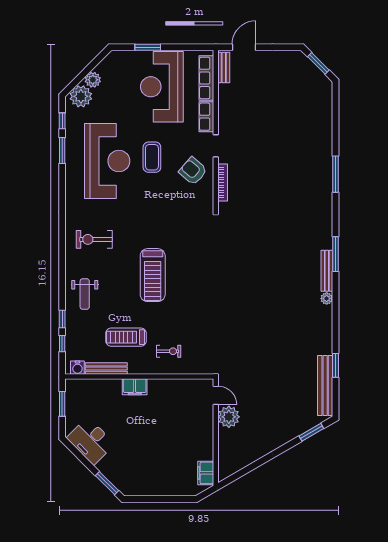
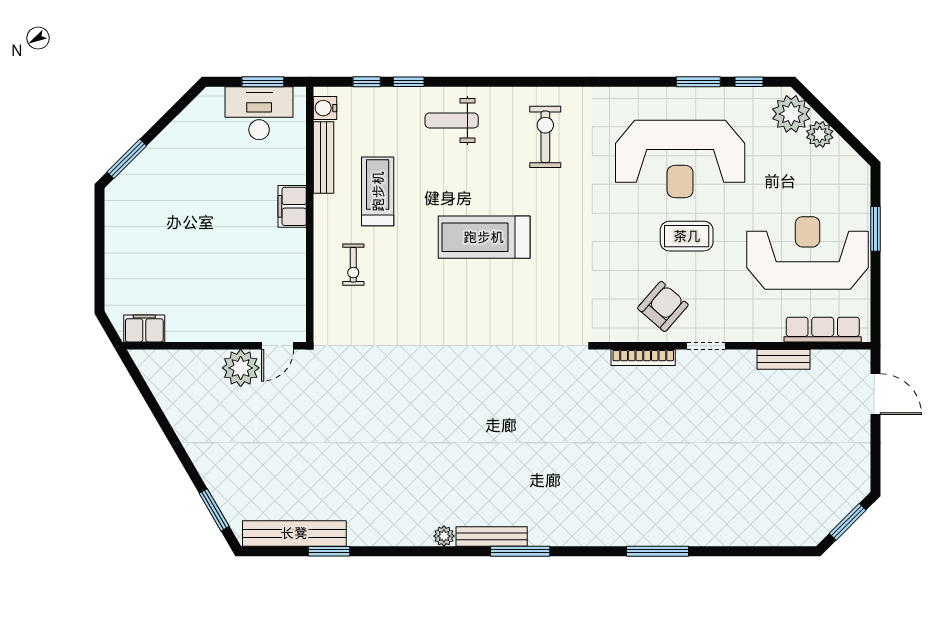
bench: (224, 68) -> (784, 359), moved
row of seats: (206, 117) -> (756, 330), removed
desk: (91, 441) -> (259, 113), moved, turned 45

